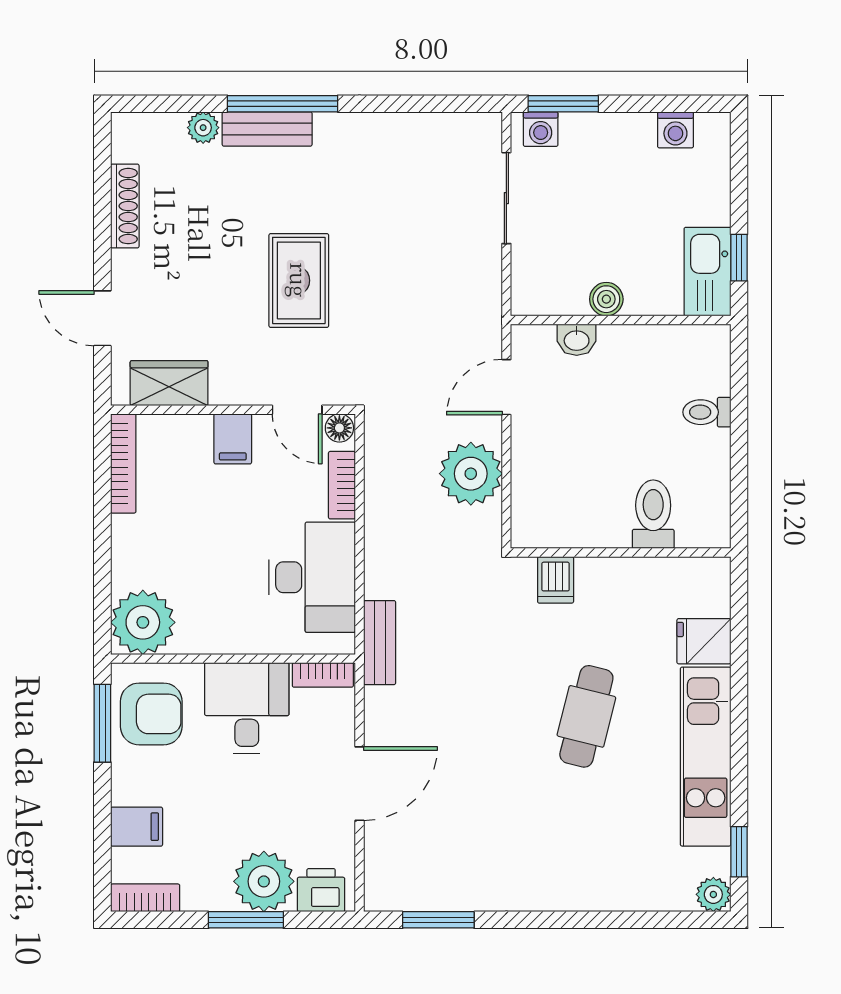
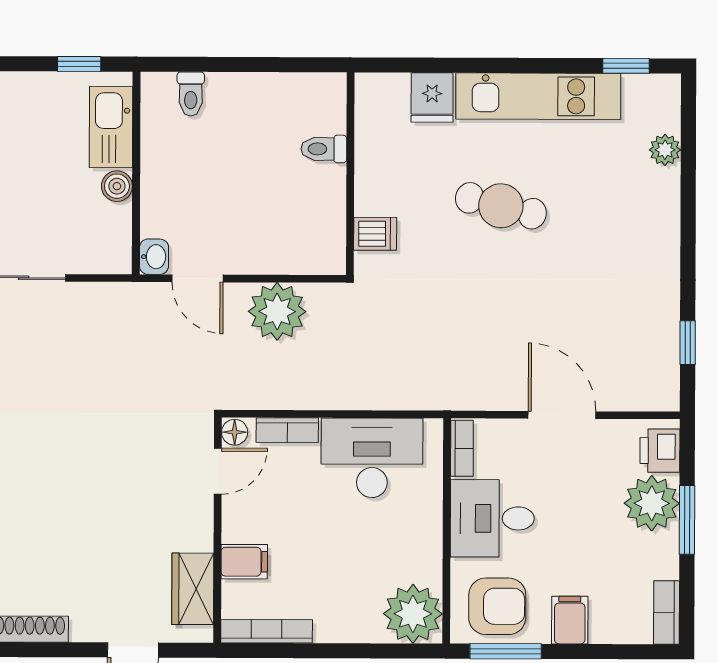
kitchen sink: (707, 272) -> (111, 127), moved, turned 90
rug: (299, 280) -> (99, 469), removed
washbasin: (577, 340) -> (154, 257), moved
toilet: (707, 412) -> (191, 94), moved
filing cabinet: (233, 439) -> (244, 562), moved
toilet: (653, 514) -> (324, 149), width x0.73, depth x0.72
bench: (380, 643) -> (432, 396), removed
armchair: (151, 714) -> (497, 606), turned 90
filing cabinet: (137, 827) -> (570, 620), moved
plant: (713, 894) -> (665, 150), moved
window: (438, 920) -> (688, 343), width x0.67

